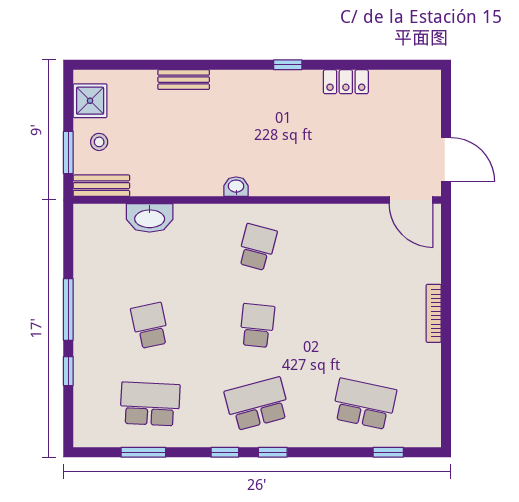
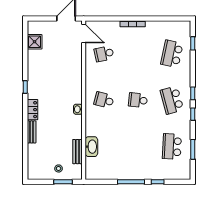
locker: (346, 82) -> (32, 110), moved
shower: (90, 101) -> (35, 42), moved
bench: (101, 186) -> (77, 152), moved
door: (411, 200) -> (84, 34), hinge flipped
school desk: (150, 326) -> (104, 54), moved

